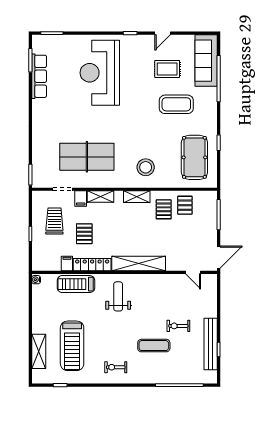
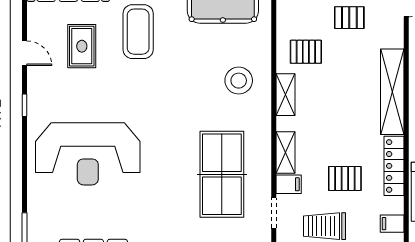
pallet: (185, 205) -> (349, 18), moved
filing cabinet: (67, 263) -> (392, 224), moved

